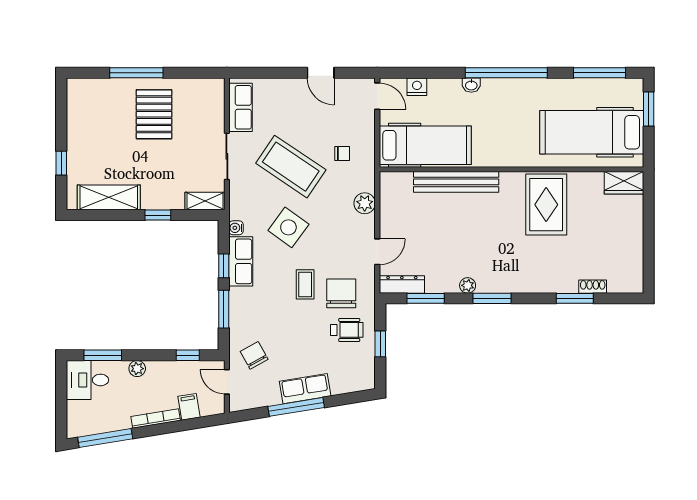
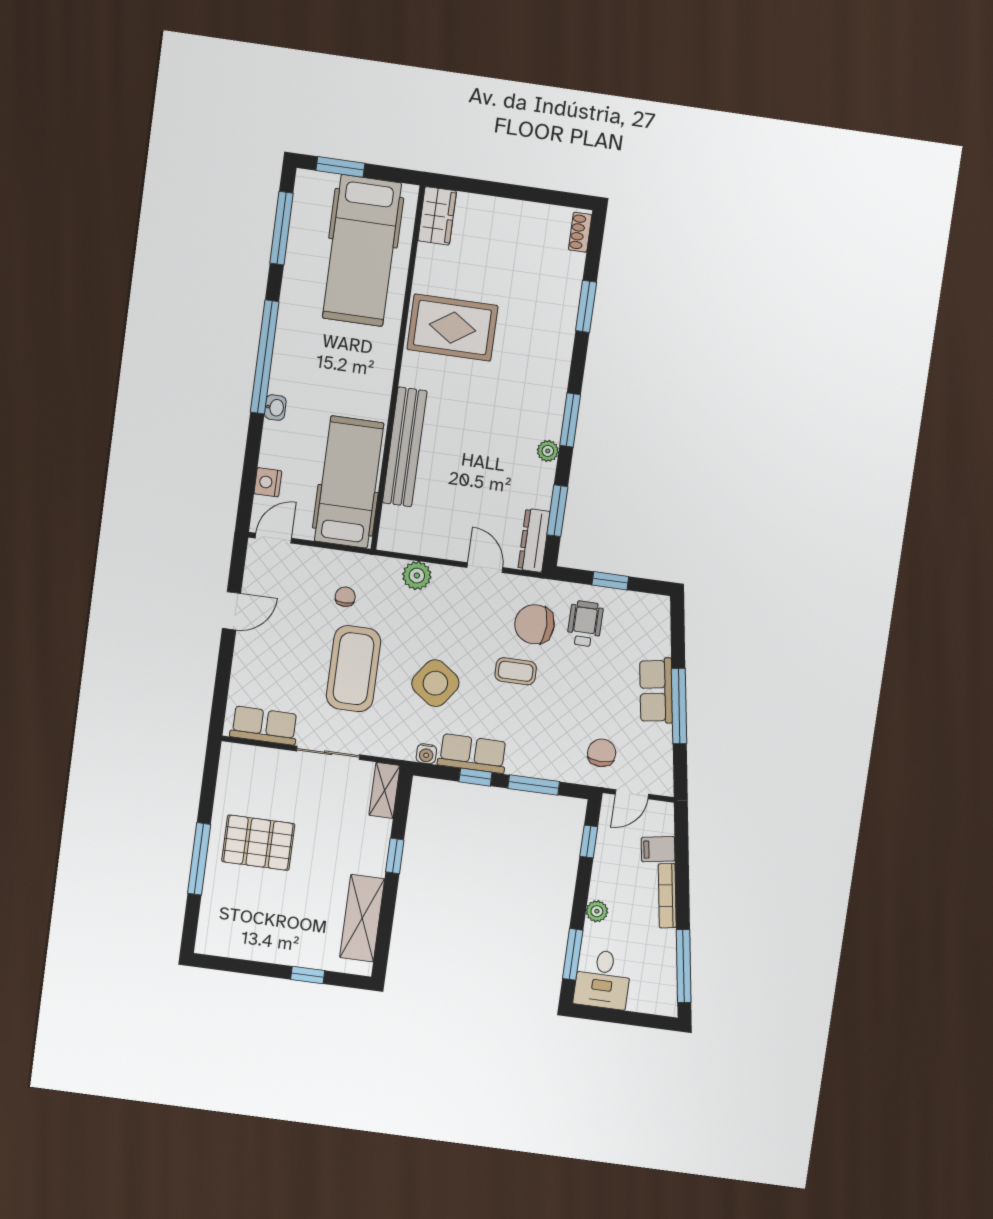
coffee table: (291, 167) -> (353, 669), turned -34
shoe rack: (593, 287) -> (580, 232), moved
chair: (254, 355) -> (602, 753), turned 119

